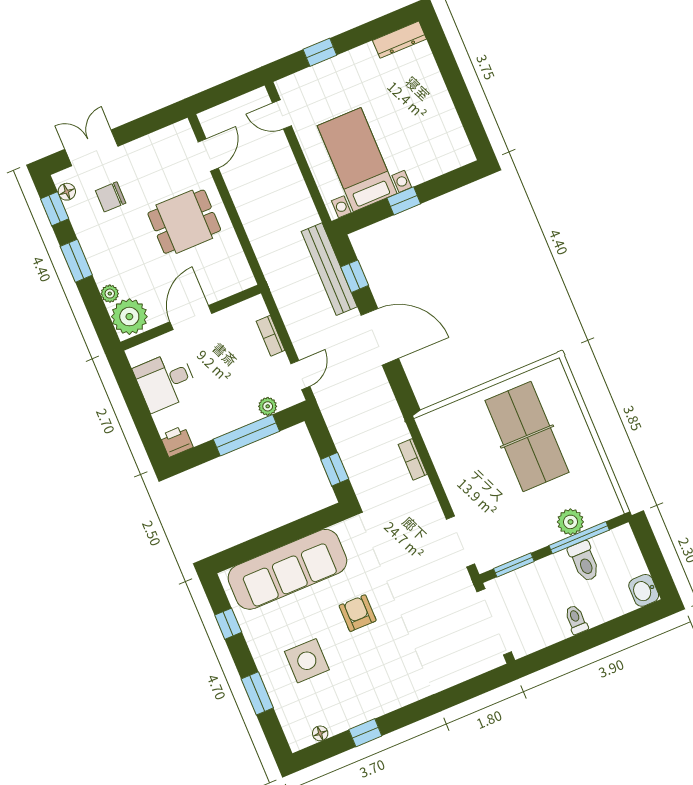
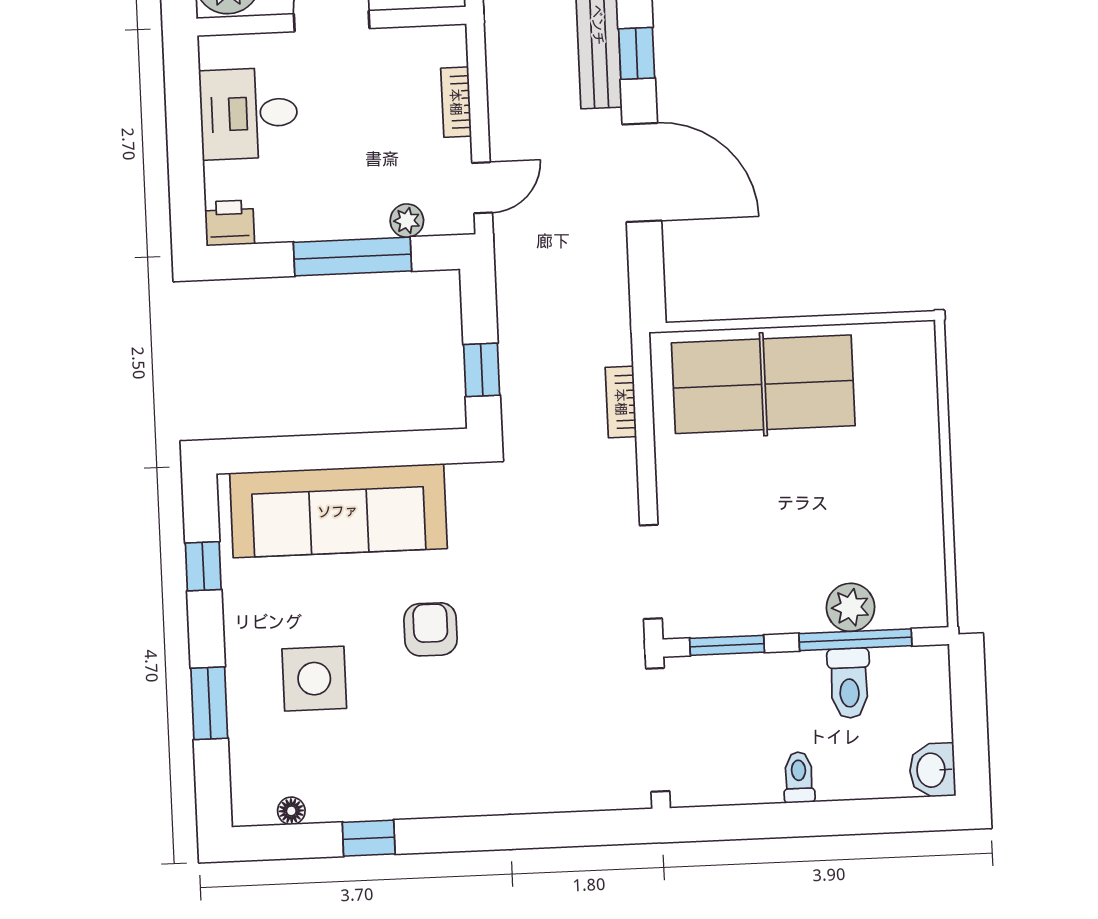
table tennis table: (527, 436) -> (763, 384), moved, turned 90

